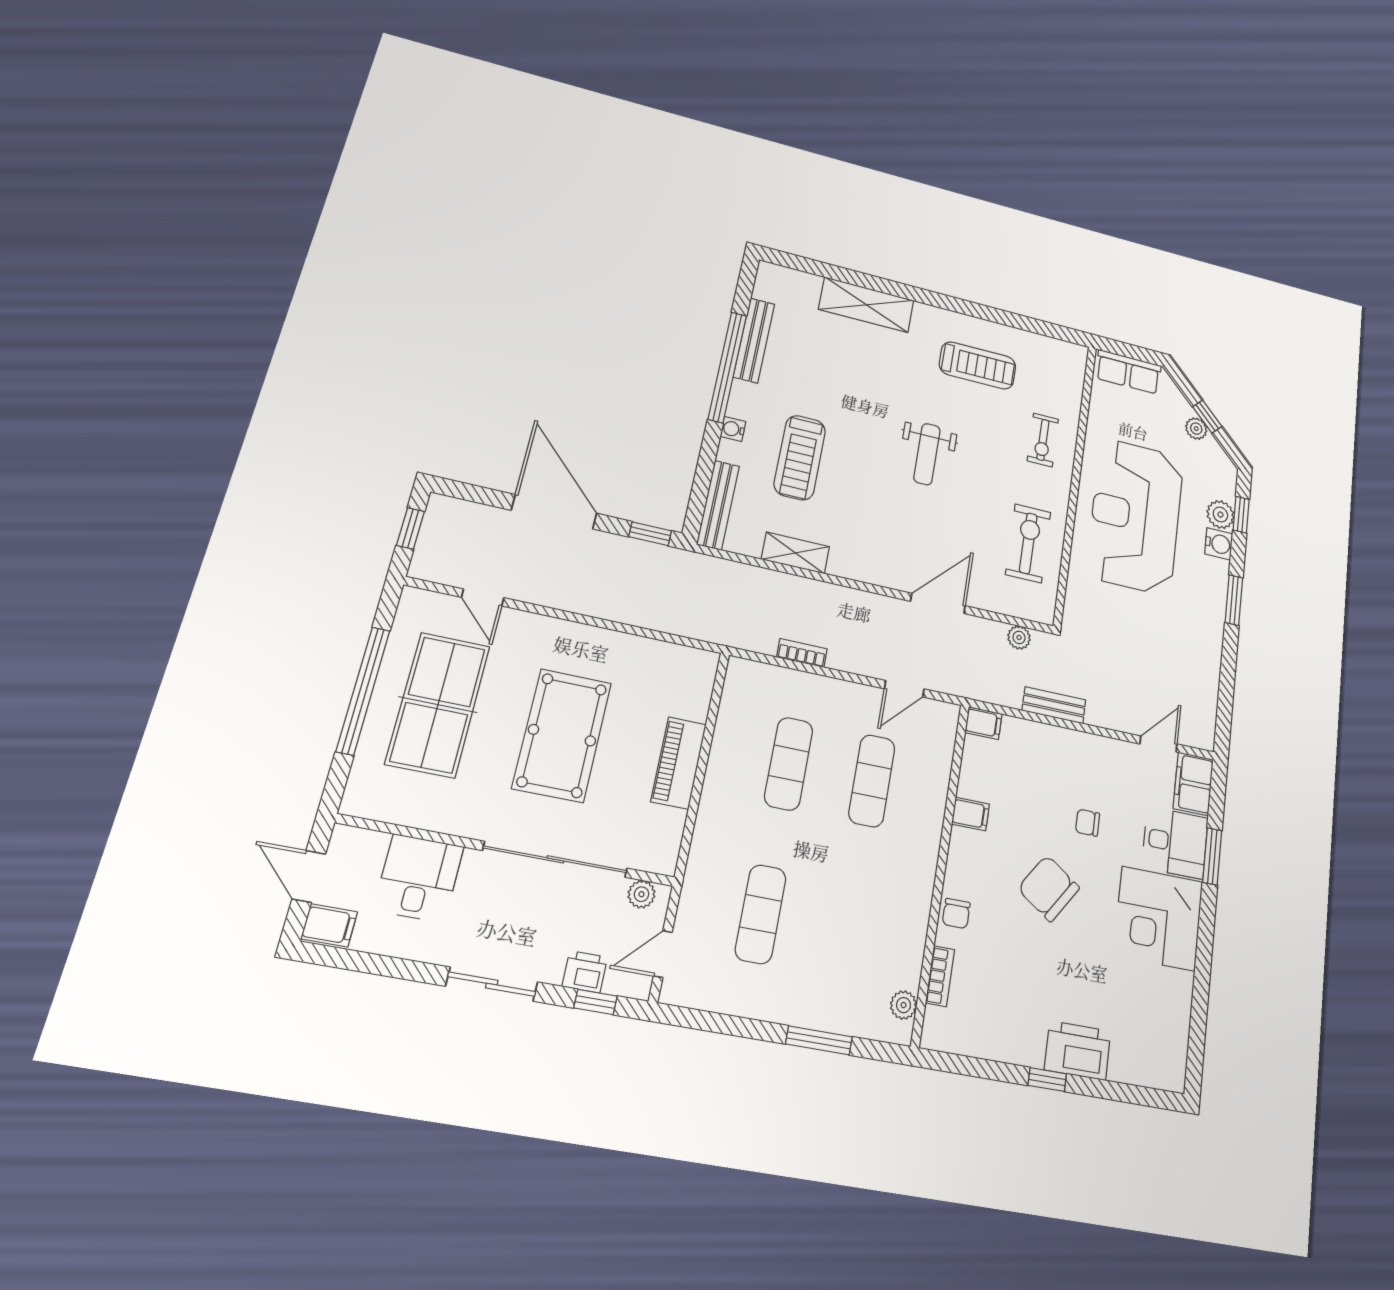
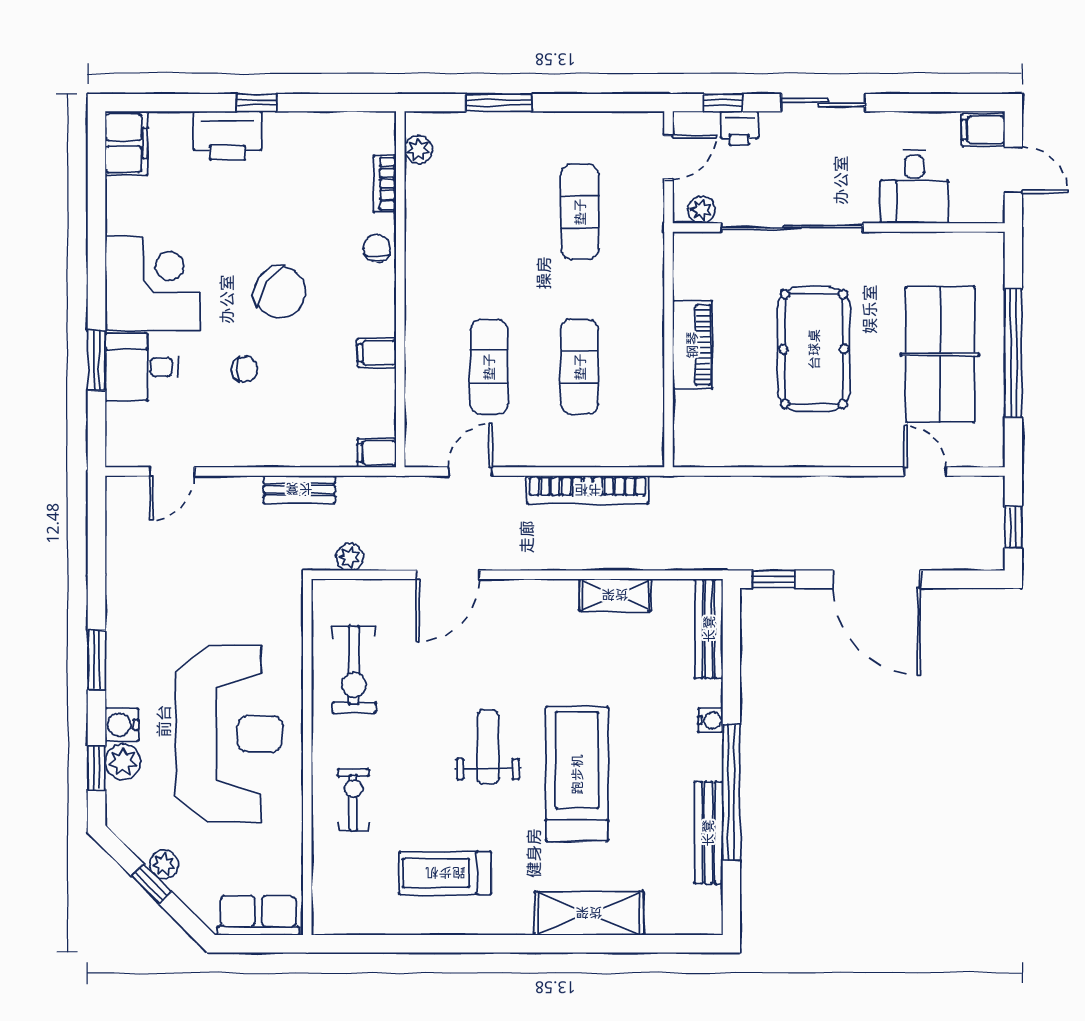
treadmill: (800, 457) -> (577, 774), moved, width x1.37, depth x1.38
bookcase: (802, 653) -> (588, 490), width x2.31, depth x1.31
filing cabinet: (1193, 784) -> (126, 143), moved

